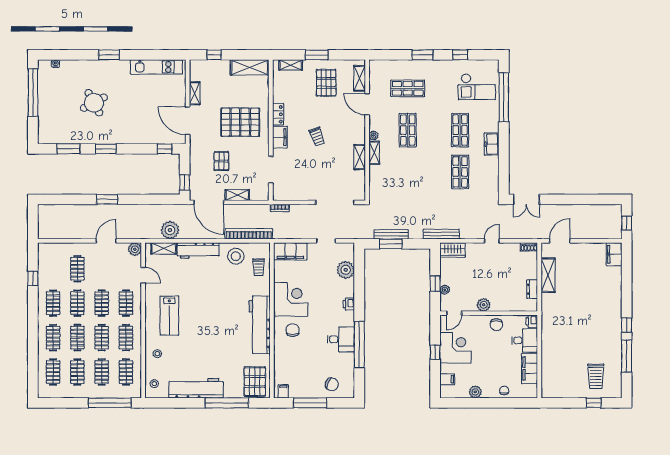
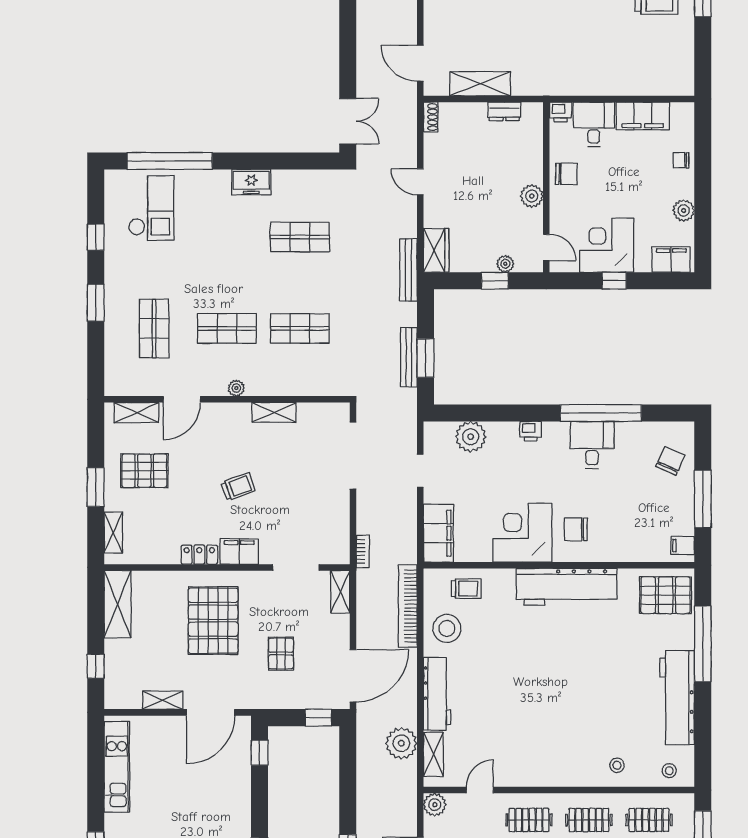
shop shelf: (460, 130) -> (300, 328), moved
shelving: (374, 153) -> (266, 387), removed
pallet: (221, 161) -> (281, 654), turned 90
shelving: (237, 195) -> (340, 592), moved
lab bench: (169, 316) -> (550, 744), removed
filing cabinet: (447, 379) -> (671, 259), width x2.00

